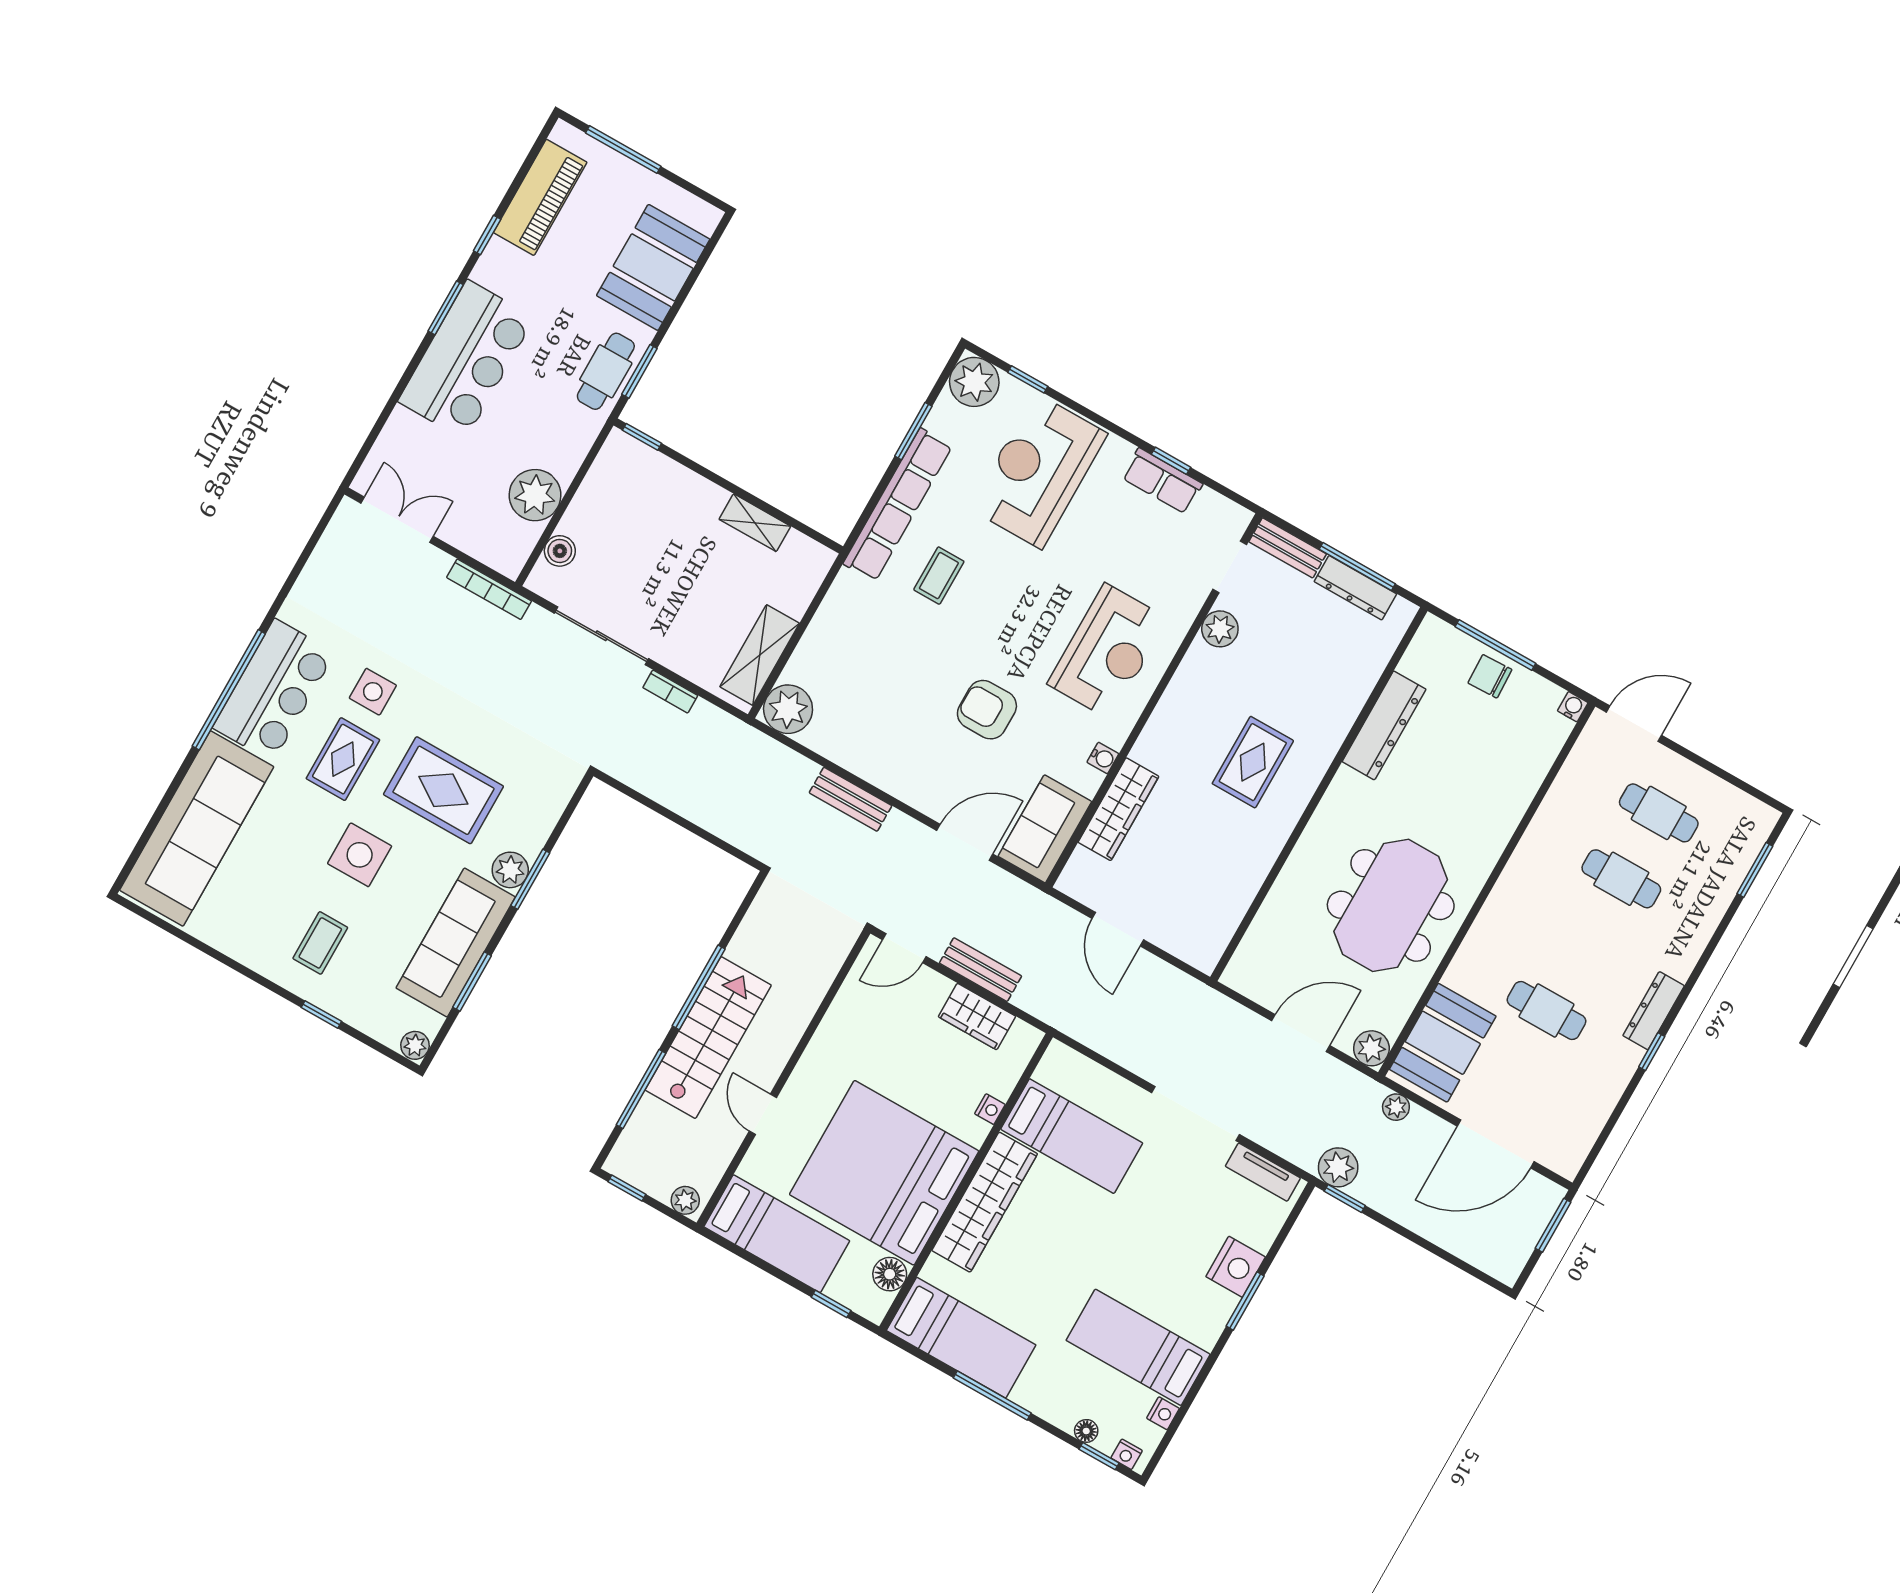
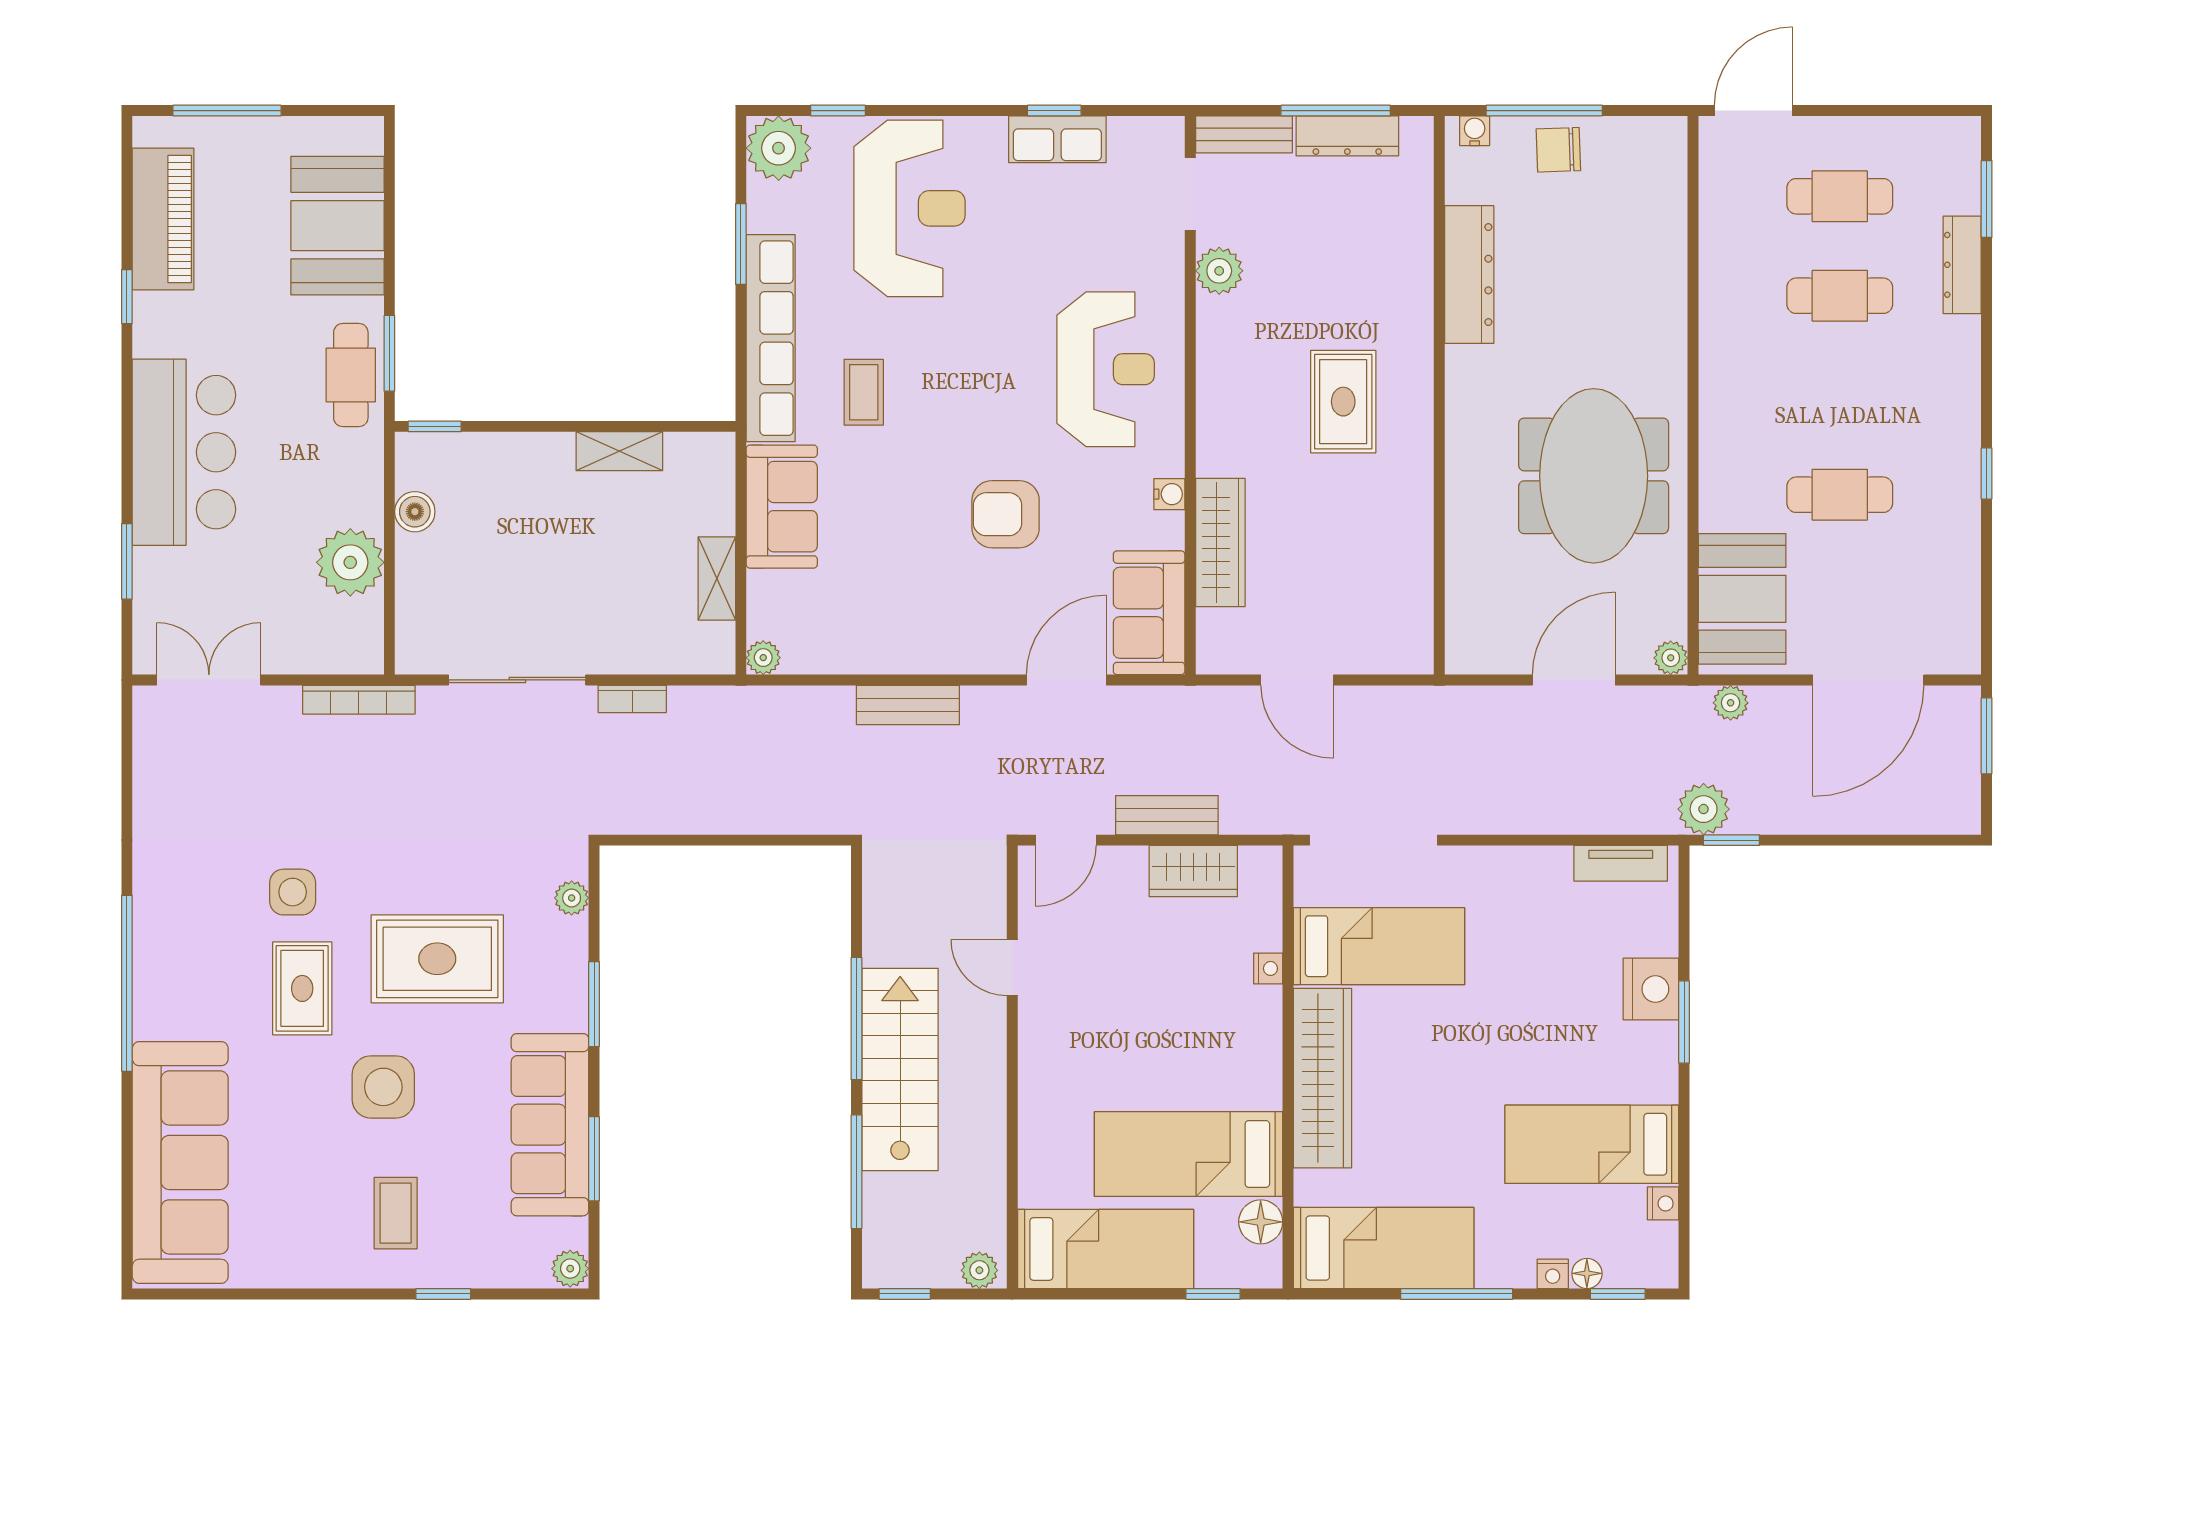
window: (446, 308) -> (127, 561), moved
reception desk: (1038, 471) -> (910, 208), turned 180
boiler: (560, 551) -> (415, 512), moved
sofa: (842, 620) -> (782, 507), added
shelving: (760, 655) -> (717, 578), width x0.67, depth x0.75
bar counter: (274, 690) -> (179, 955), removed
water cooler: (1573, 707) -> (1475, 131), moved
plant: (788, 709) -> (763, 658), width x0.53, depth x0.53
plant: (510, 870) -> (572, 898), moved, width x0.73, depth x0.73
dresser: (1654, 1011) -> (1962, 265), moved
plant: (1371, 1048) -> (1671, 658), width x0.73, depth x0.73
door: (763, 1114) -> (1012, 968), moved
doorway: (1196, 1114) -> (1373, 840), moved
bed: (884, 1173) -> (1189, 1154), width x0.49
nightstand: (1127, 1454) -> (1553, 1274), moved

